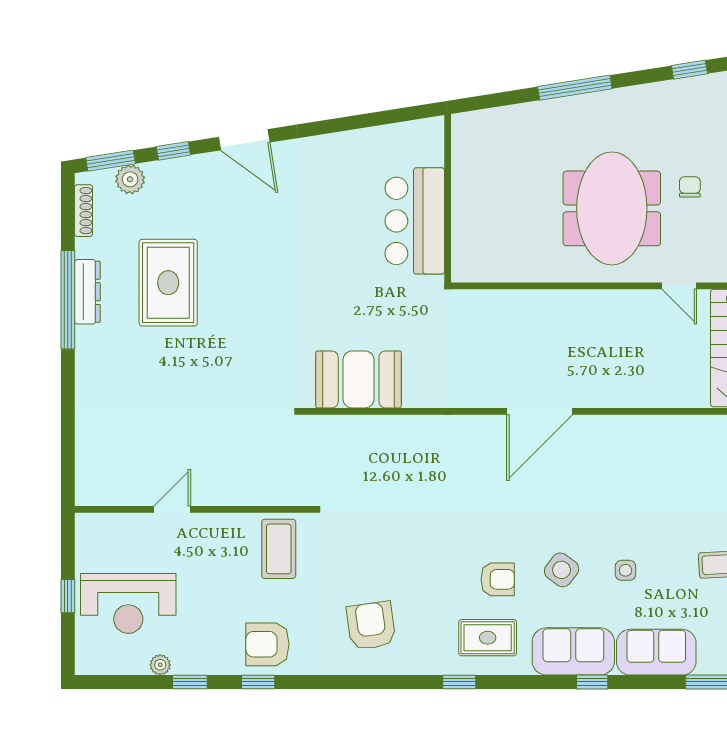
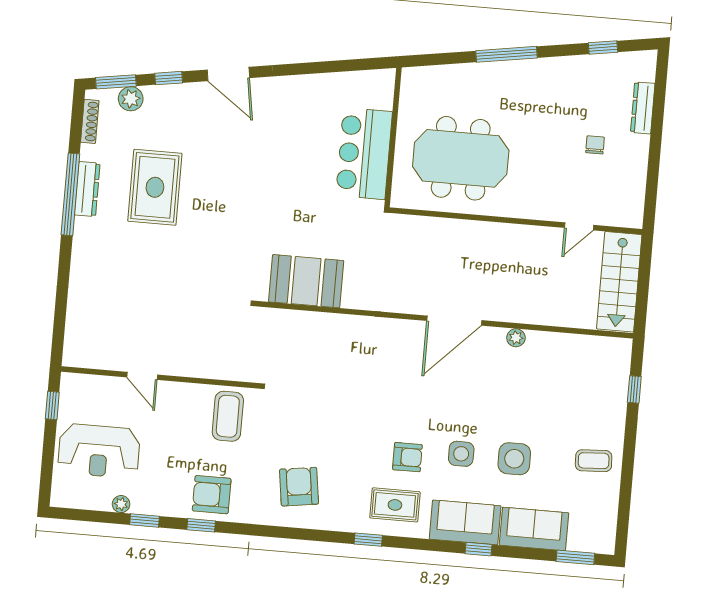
meeting table: (612, 208) -> (461, 158), moved, turned 90
door: (679, 286) -> (579, 226), hinge flipped
plant: (615, 426) -> (516, 338), added
door: (172, 509) -> (142, 376), swing flipped
side table: (562, 570) -> (461, 454), turned -37
side table: (625, 570) -> (514, 459), width x1.87, depth x1.87
window: (68, 596) -> (52, 405), moved

